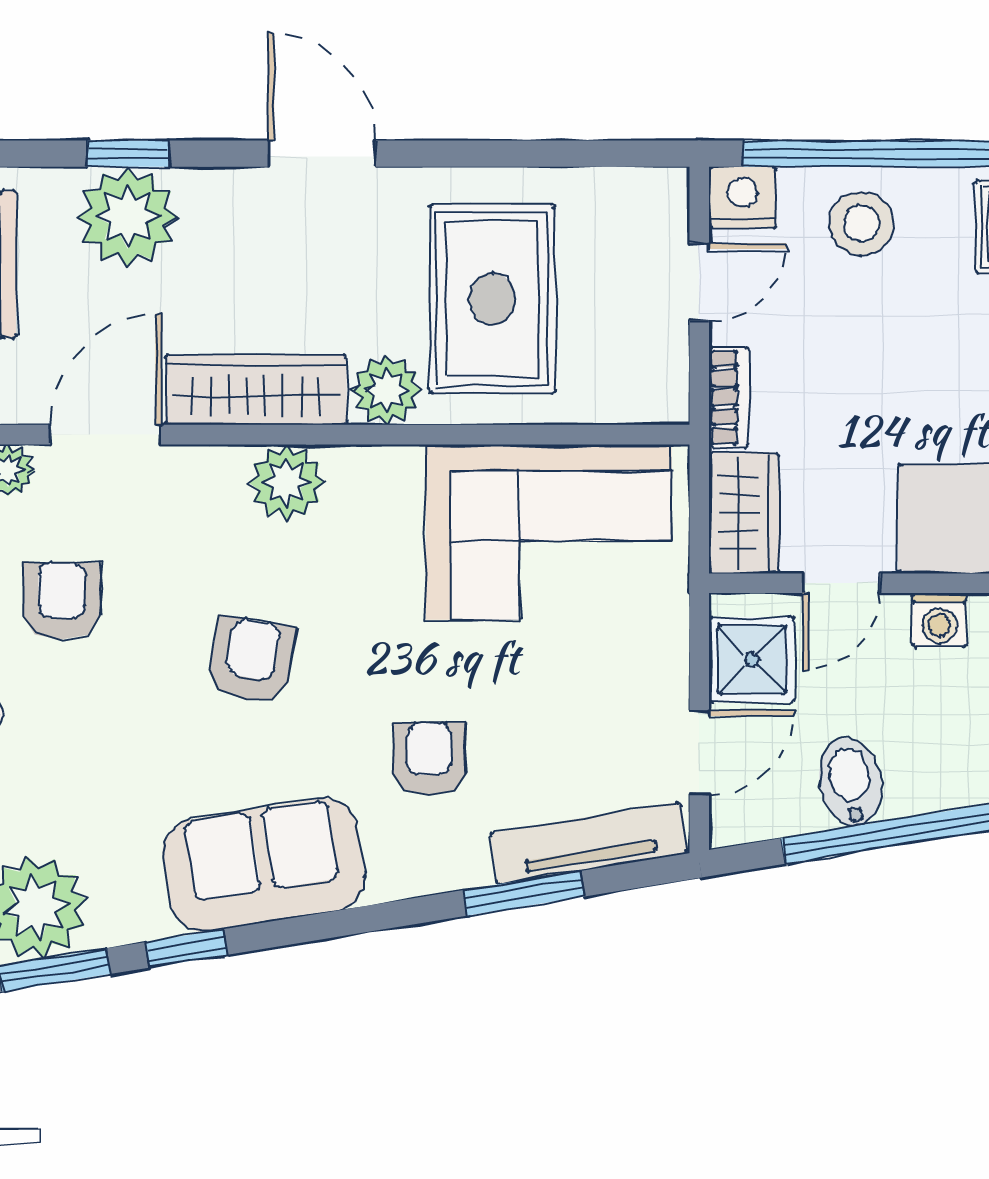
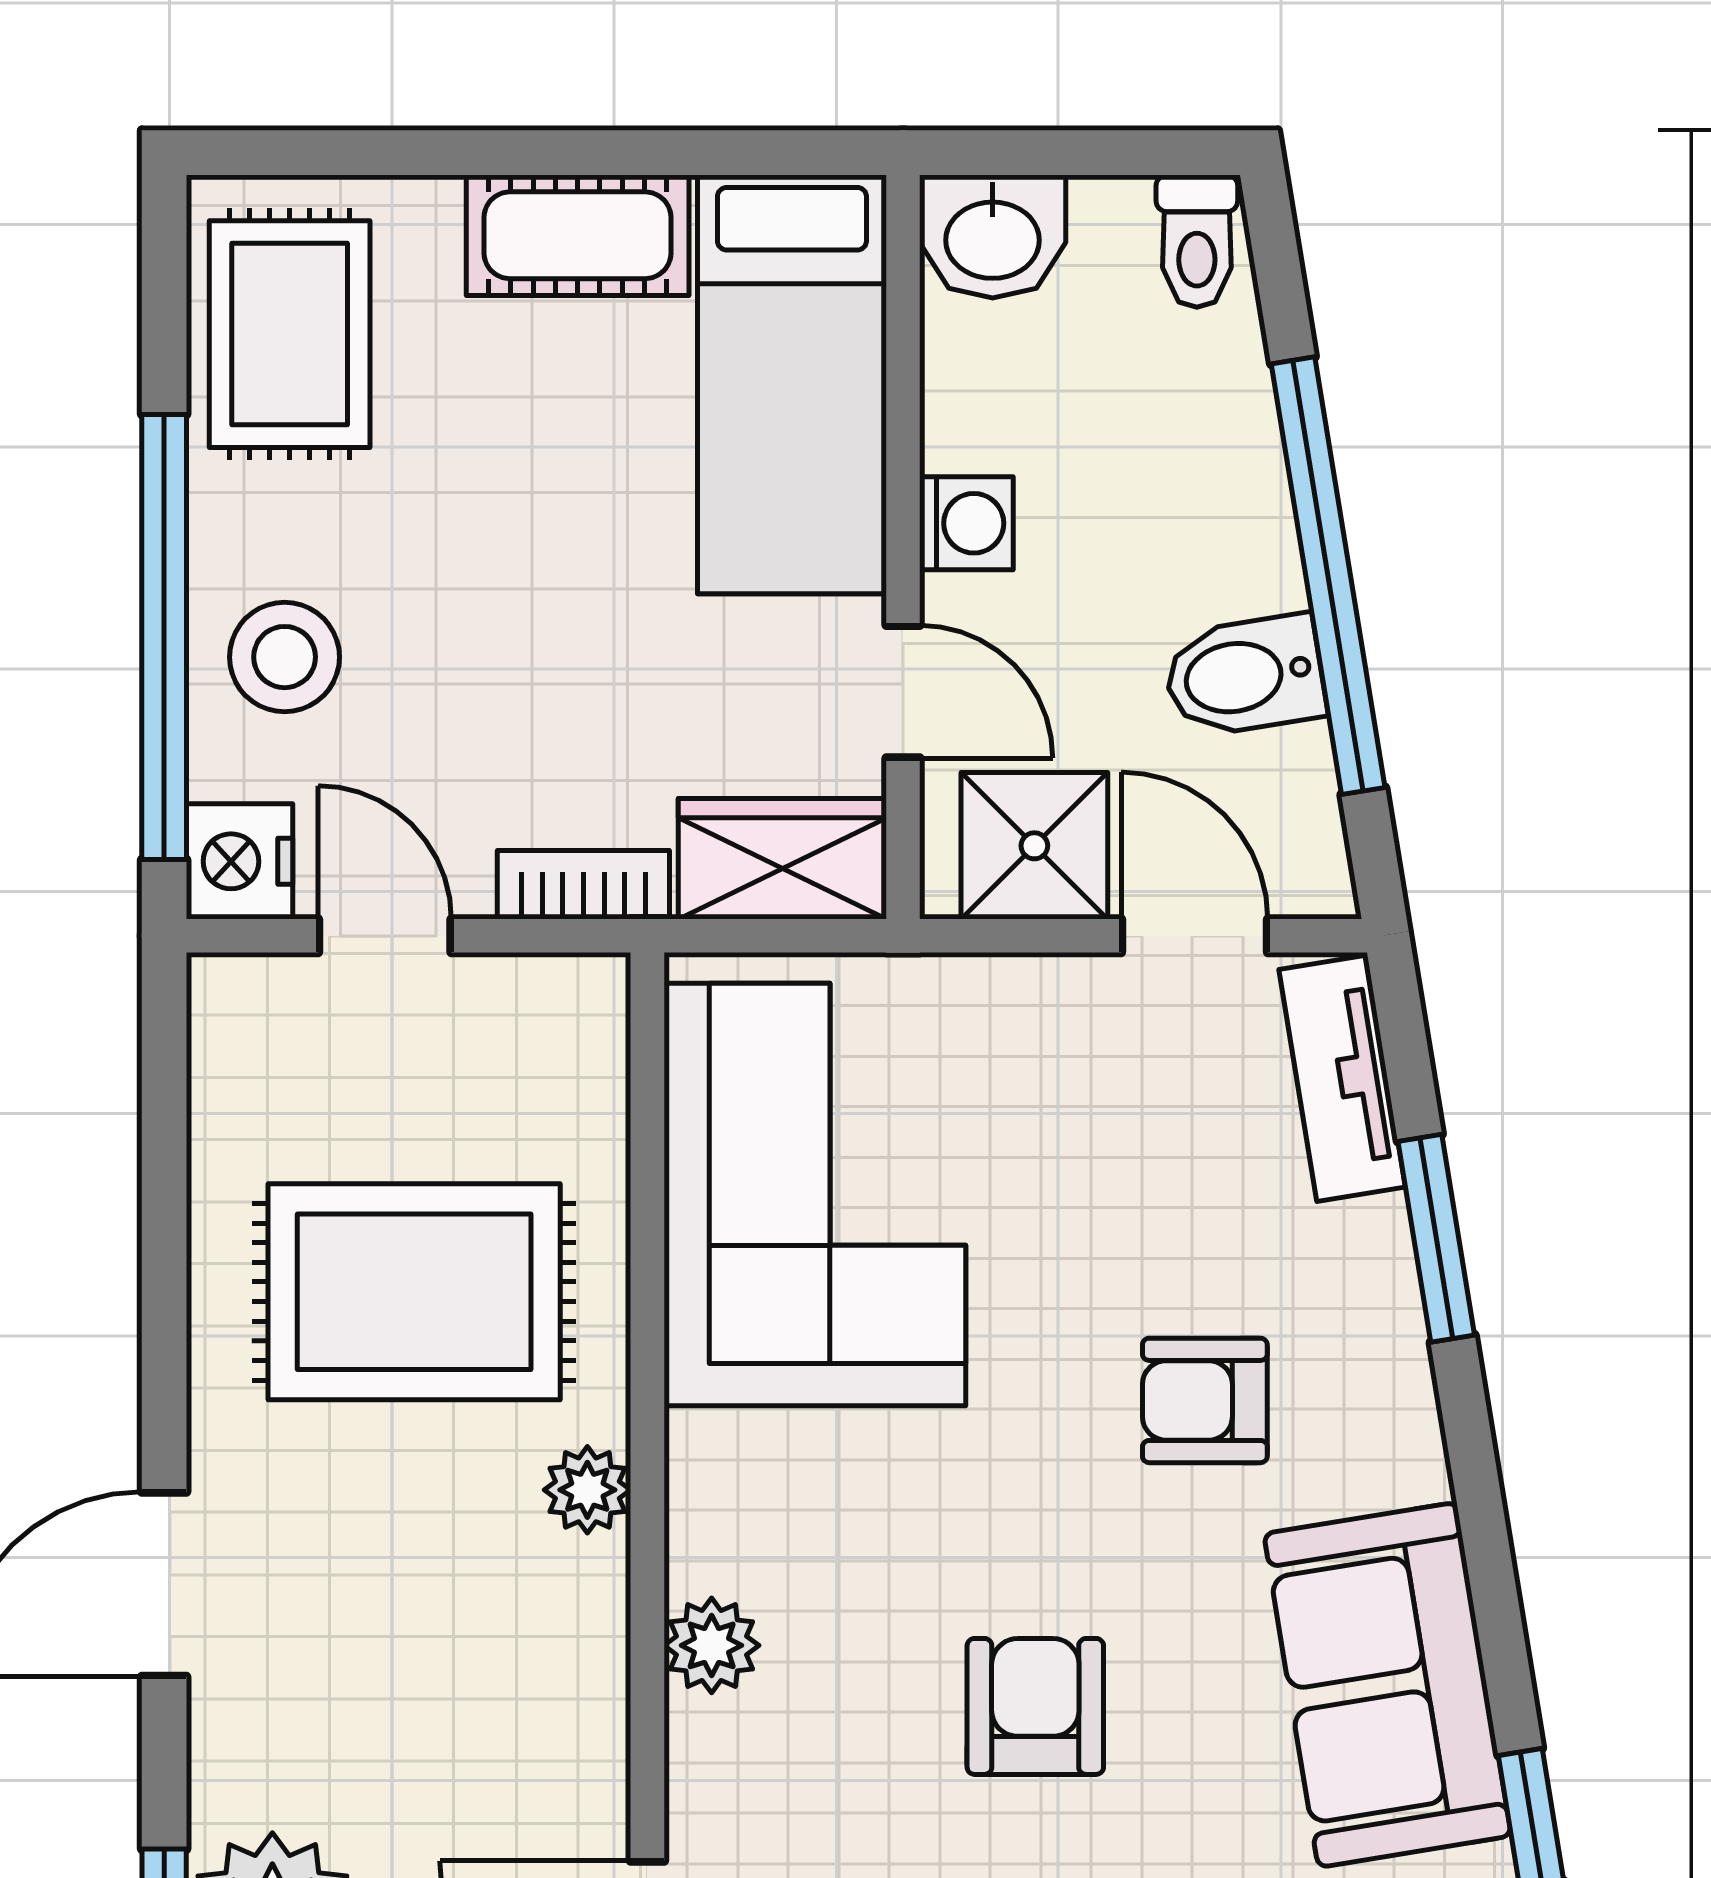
wardrobe: (256, 390) -> (571, 1698), removed
plant: (386, 390) -> (587, 1490), width x0.73, depth x0.73
plant: (287, 482) -> (712, 1645), width x0.73, depth x0.73
armchair: (251, 660) -> (1035, 1706), turned 80
tv unit: (589, 843) -> (1342, 1078), width x0.71

